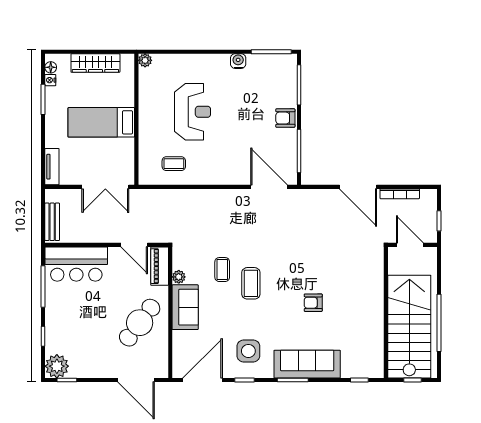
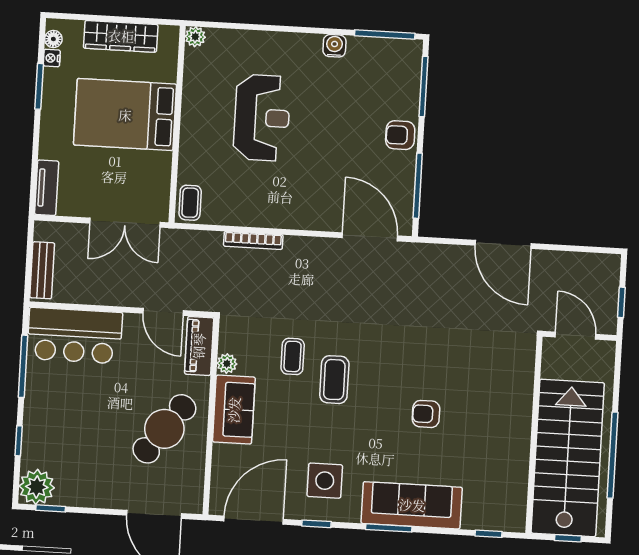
bed: (101, 122) -> (125, 115), width x1.50
coffee table: (174, 164) -> (190, 203), moved, turned 90
bookcase: (400, 194) -> (253, 240), moved

